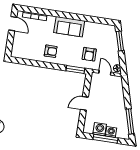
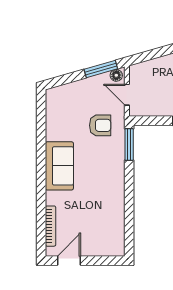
window: (120, 41) -> (101, 69), moved
armchair: (51, 51) -> (105, 190), removed
door: (105, 73) -> (127, 95), hinge flipped

